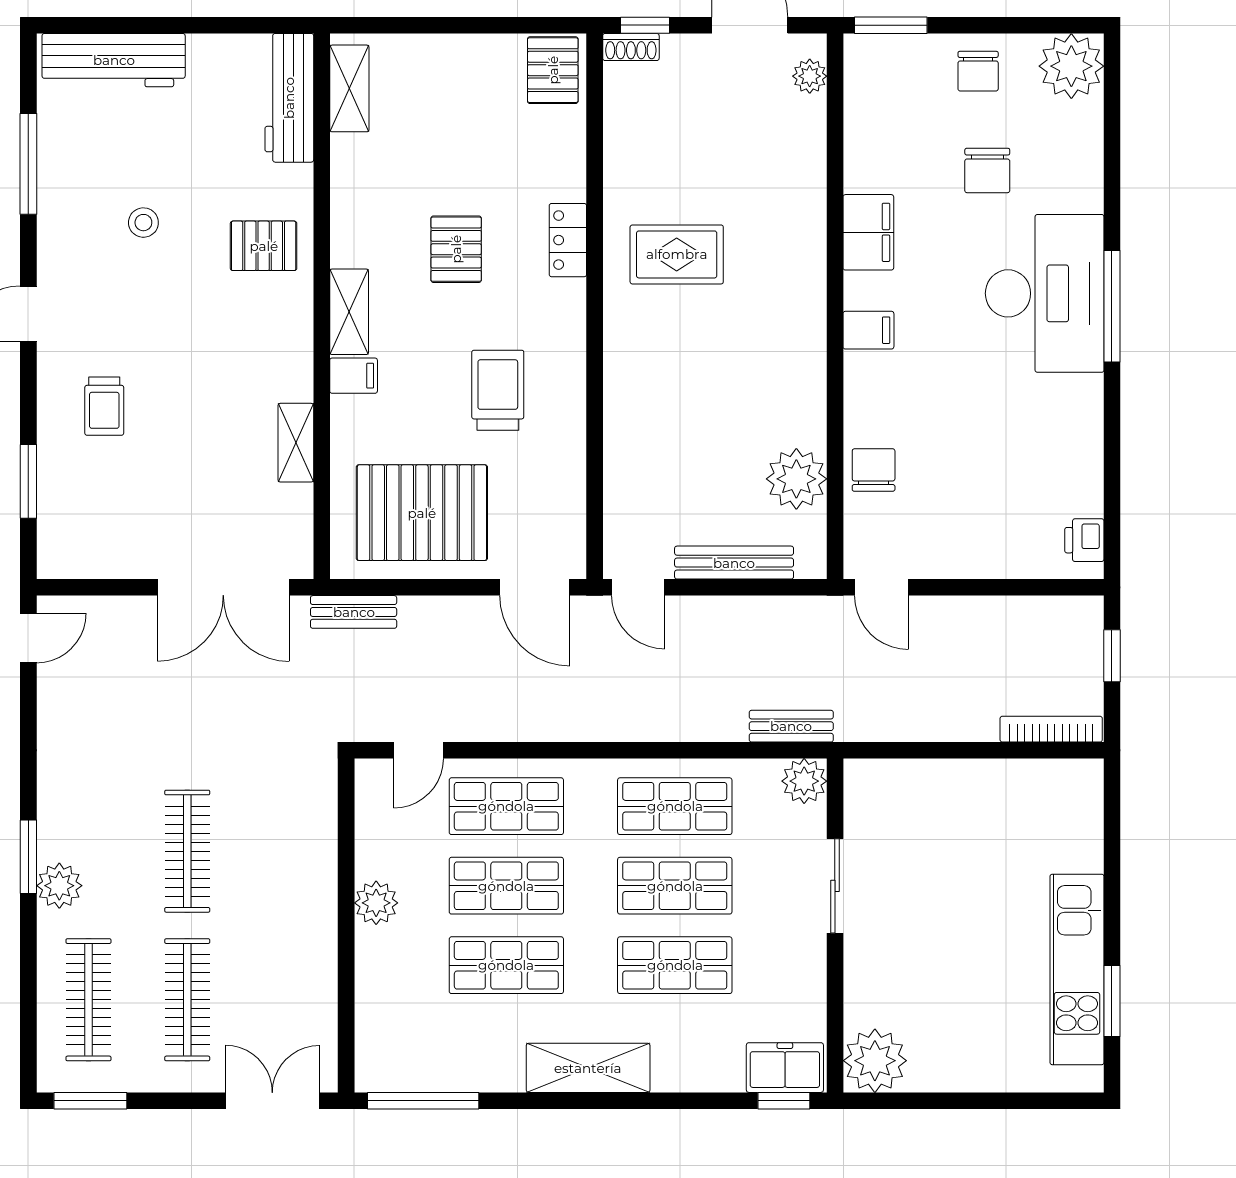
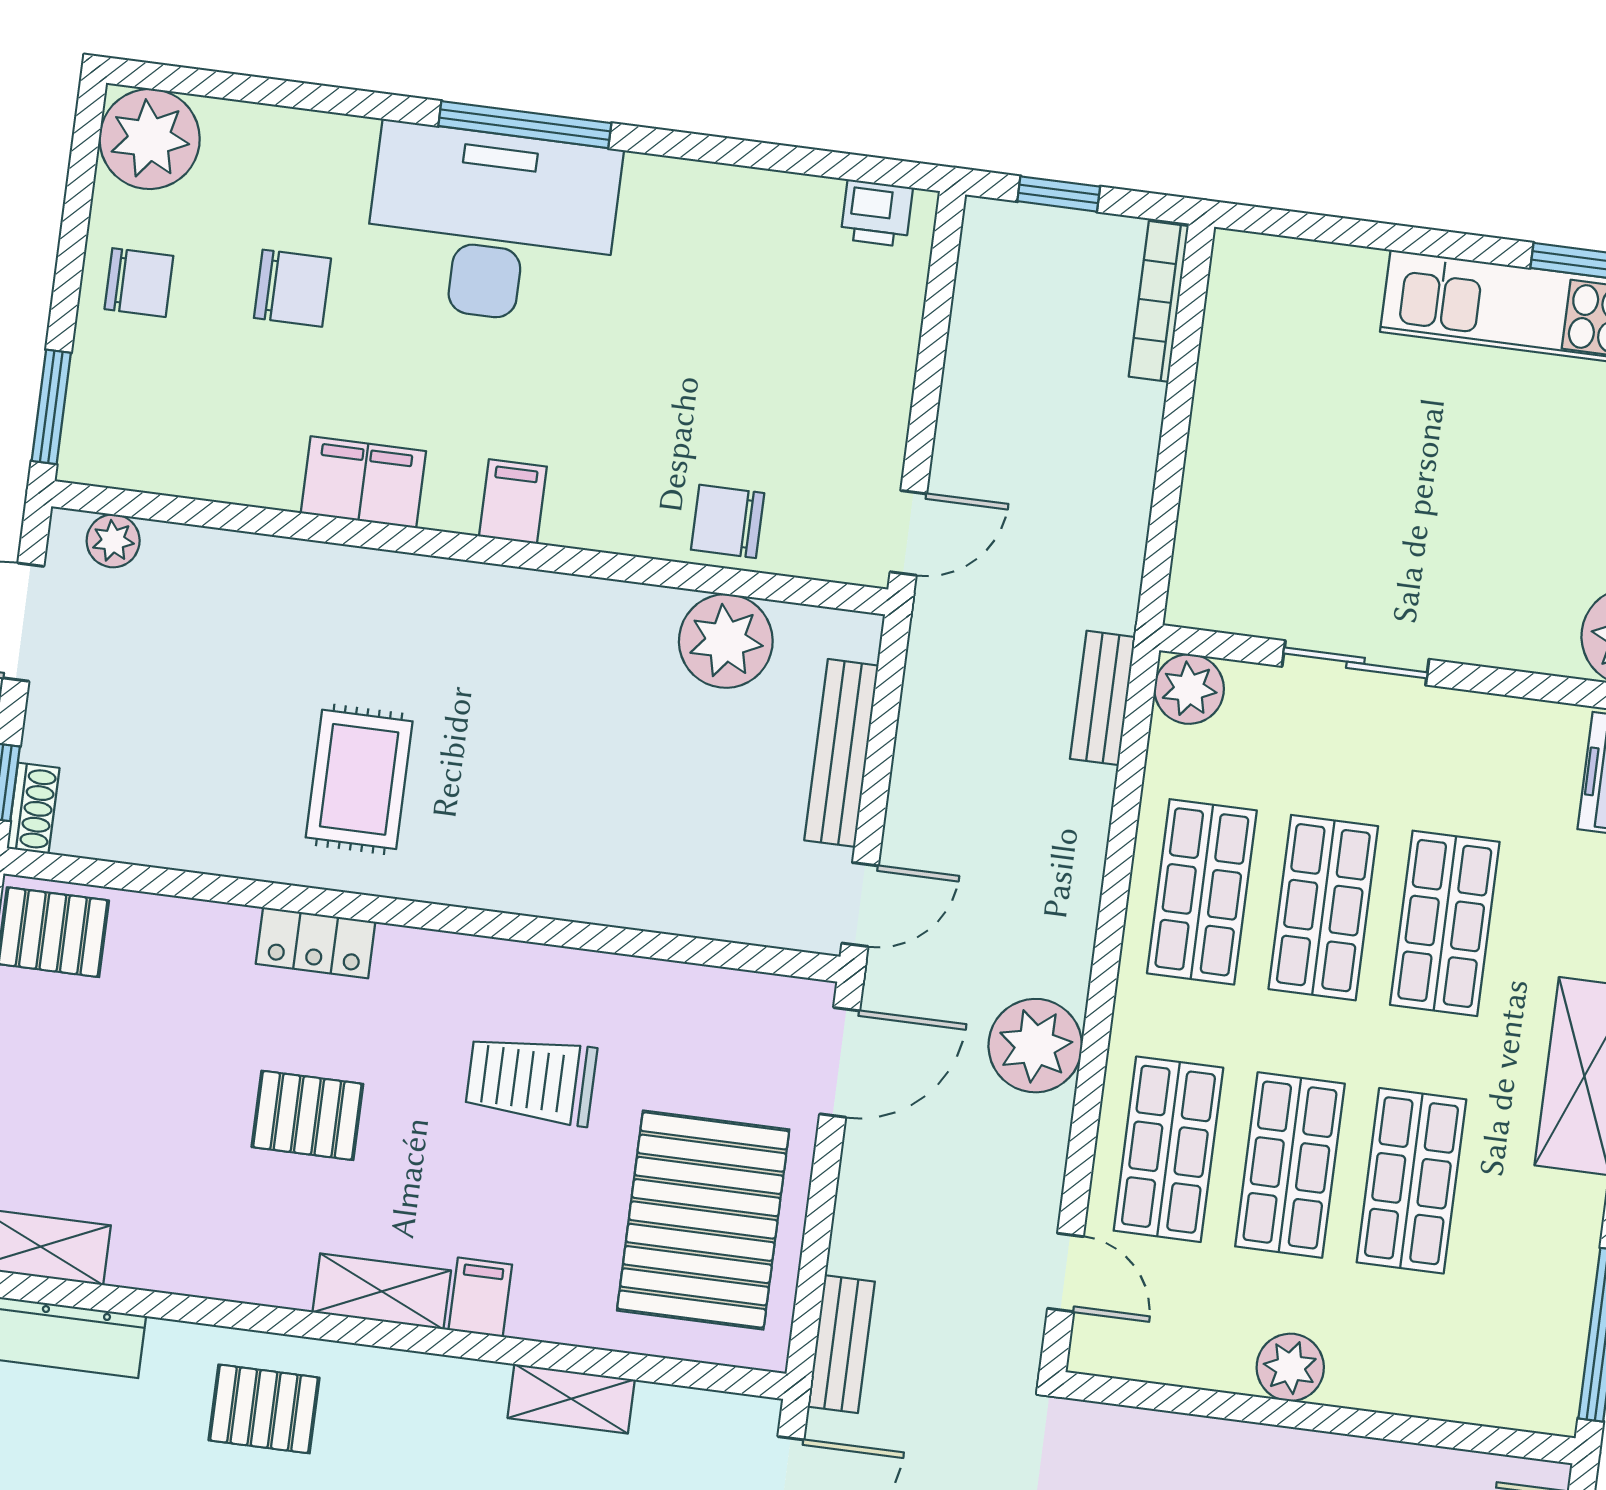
pallet: (264, 246) -> (264, 1409), turned 90
plant: (562, 712) -> (1035, 1046), added

